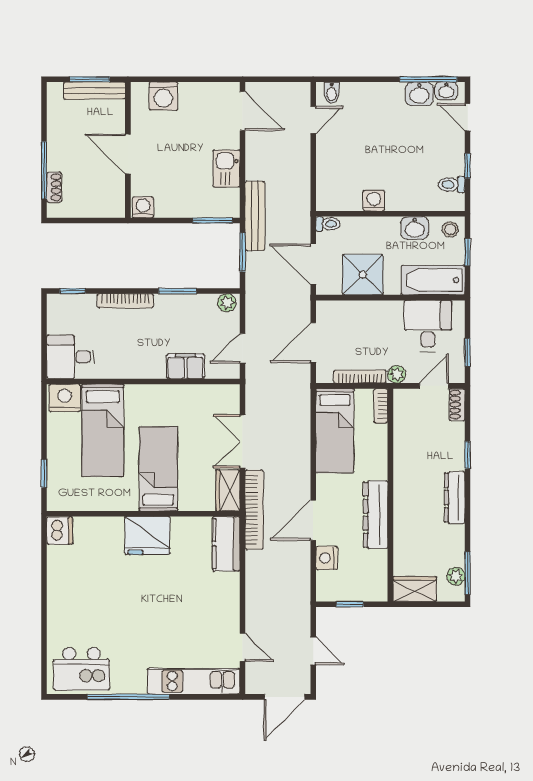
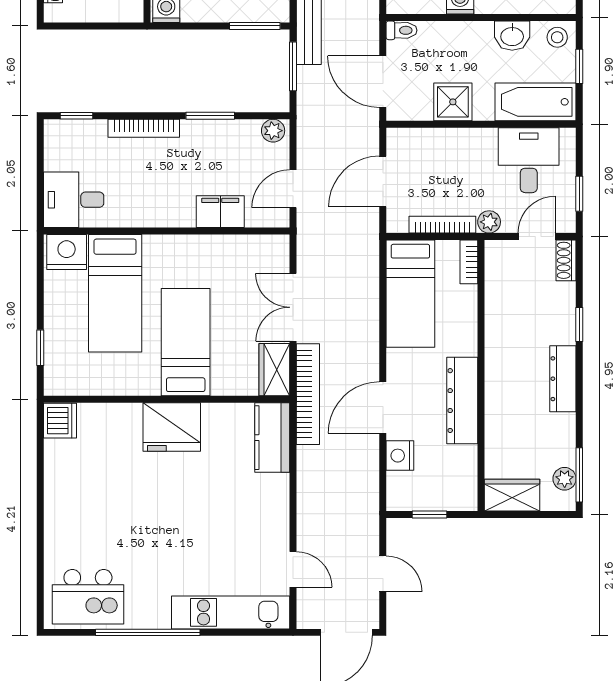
shower: (363, 275) -> (453, 102), width x0.73, depth x0.73

